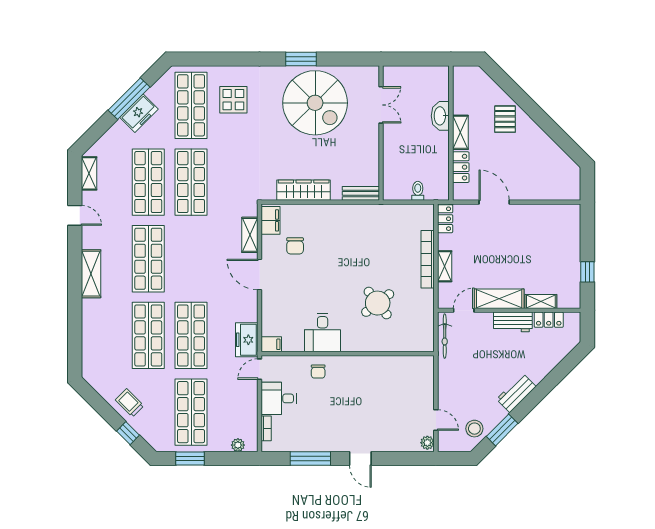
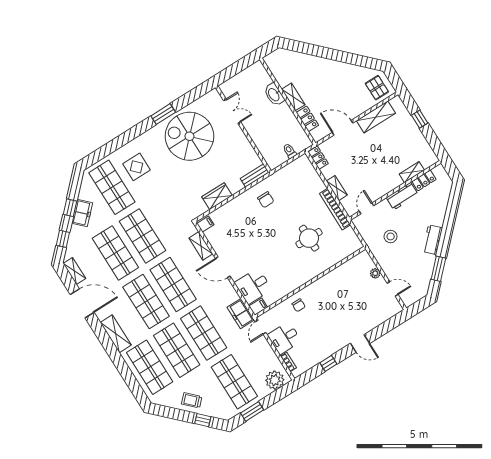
window: (129, 99) -> (70, 208), width x0.46
spiral stairs: (315, 103) -> (189, 136), turned 180
pallet: (505, 119) -> (377, 88), moved
window: (99, 129) -> (63, 239), added
wardrobe: (304, 190) -> (217, 196), width x0.67
door: (75, 215) -> (82, 303), width x1.88
filing cabinet: (270, 220) -> (205, 224), width x0.50
chair: (295, 246) -> (266, 200), moved
shop shelf: (191, 259) -> (173, 285), added
bookcase: (428, 259) -> (335, 209), moved
window: (587, 272) -> (420, 119), moved
shelving: (499, 299) -> (376, 117), moved
round table: (378, 303) -> (309, 238), turned 38
desk: (323, 333) -> (253, 286), moved, turned 90
shop shelf: (106, 335) -> (150, 367), added
bicycle: (445, 336) -> (365, 232), removed
stool: (474, 429) -> (391, 236), moved
plant: (427, 443) -> (375, 273), moved
plant: (238, 445) -> (275, 380), width x1.87, depth x1.87
window: (310, 458) -> (328, 363), width x0.46

